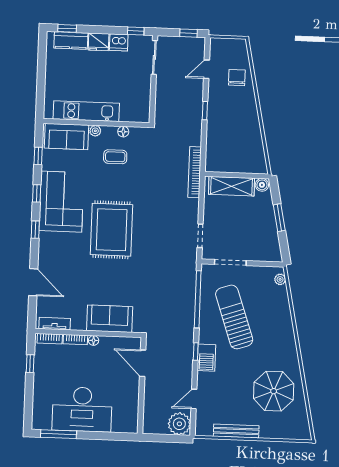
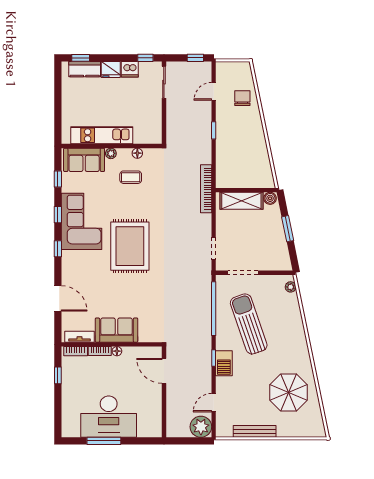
sofa: (110, 319) -> (116, 330), moved
window: (58, 434) -> (104, 441), moved

